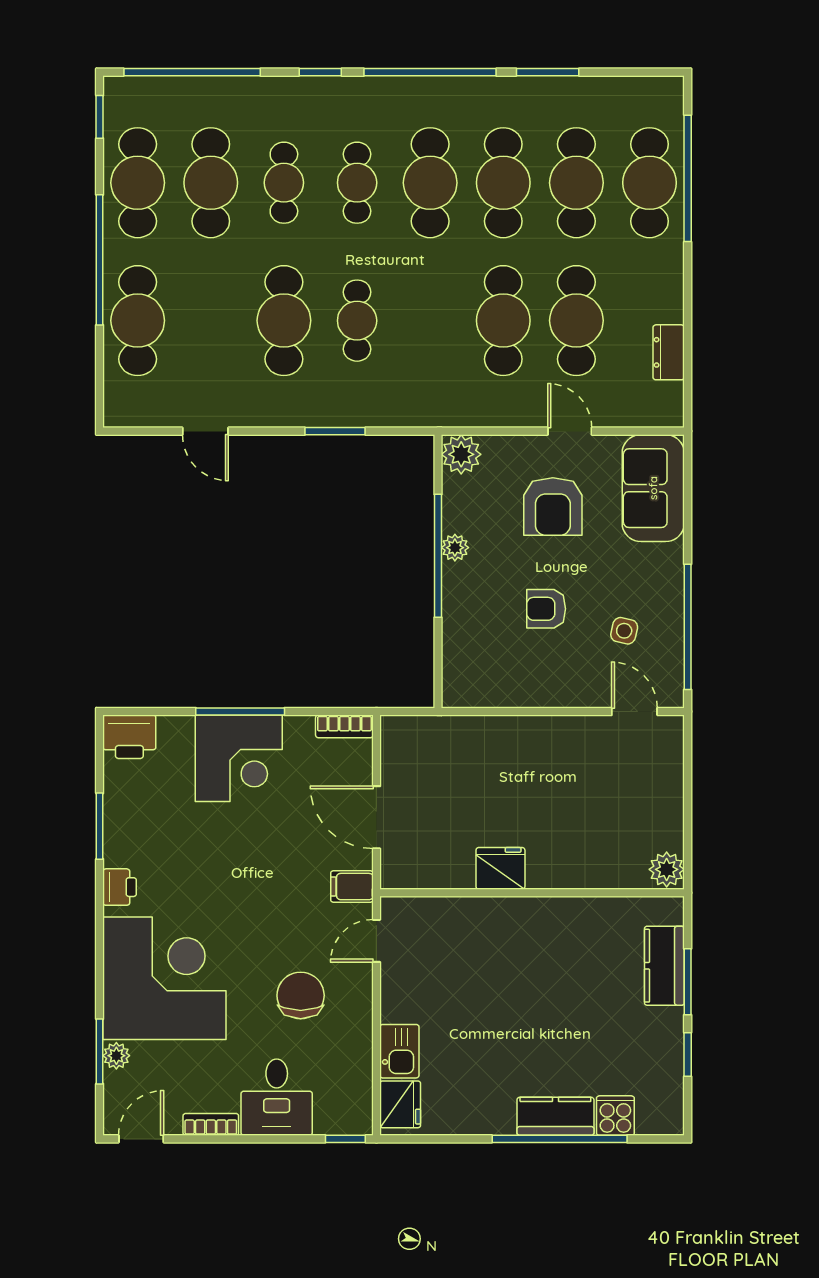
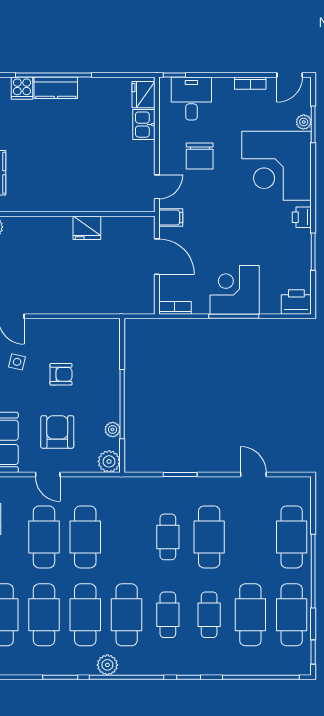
plant: (464, 94) -> (107, 665), added
plant: (455, 548) -> (113, 429), moved
desk: (277, 1097) -> (191, 99), moved

